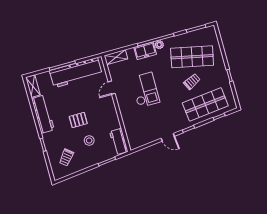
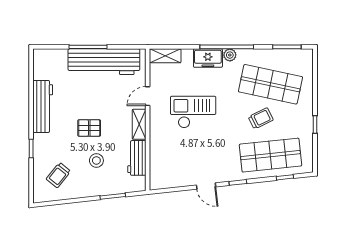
shelving: (33, 86) -> (139, 124), moved
checkout: (145, 90) -> (193, 112), turned -90
workbench: (119, 142) -> (137, 158), moved

